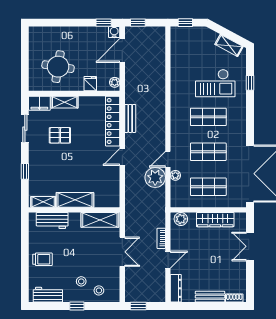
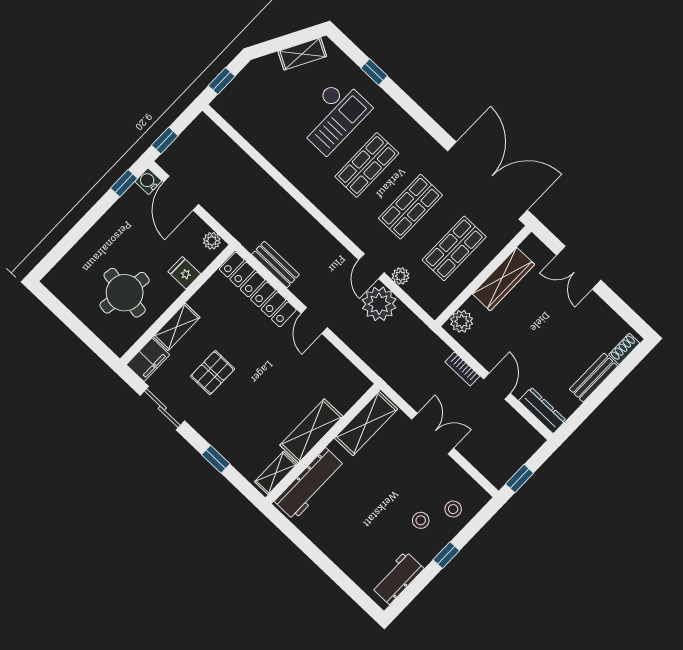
workbench: (52, 221) -> (310, 484), width x1.37
trolley: (42, 259) -> (347, 542), removed

